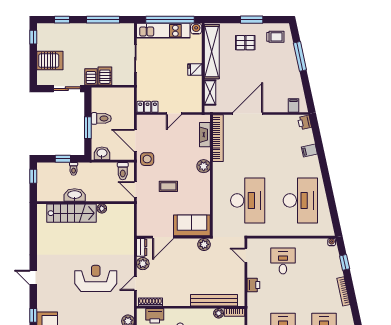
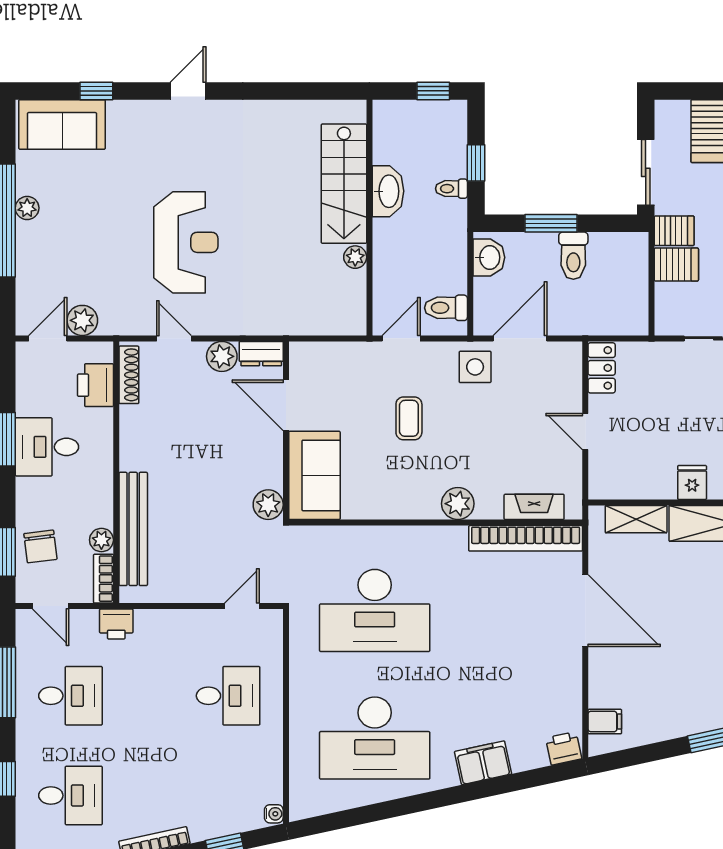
filing cabinet: (309, 151) -> (483, 763), width x2.00
printer: (253, 285) -> (116, 624), moved

